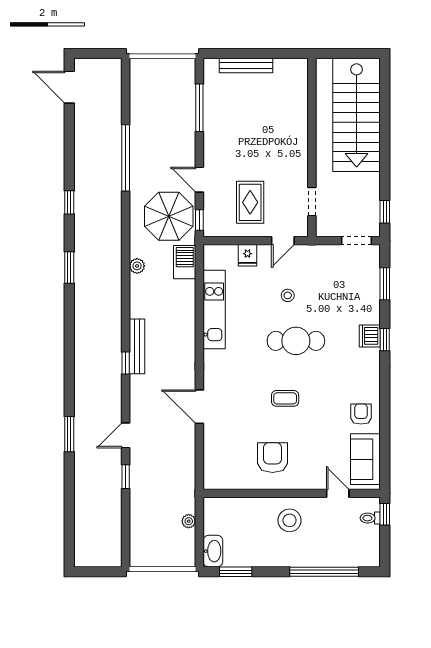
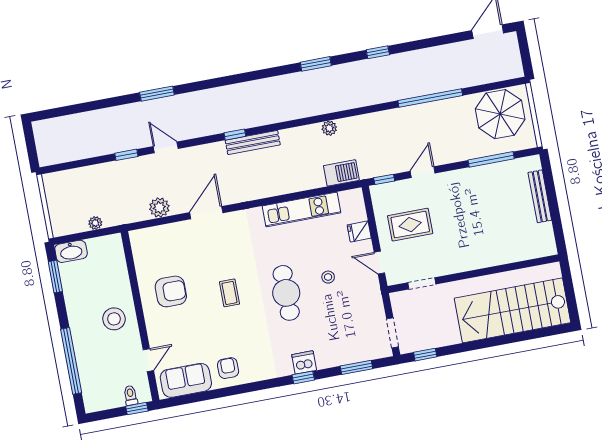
parasol: (169, 216) -> (500, 114), moved
armchair: (361, 414) -> (228, 368), turned -90
plant: (185, 453) -> (159, 208), added

